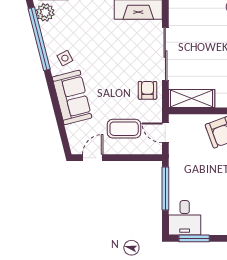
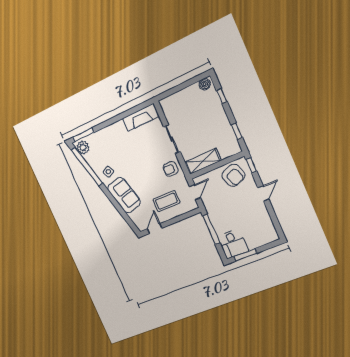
sliding door: (165, 54) -> (172, 139), width x0.73
armchair: (147, 90) -> (171, 169), turned -90
door: (165, 133) -> (195, 192), swing flipped

